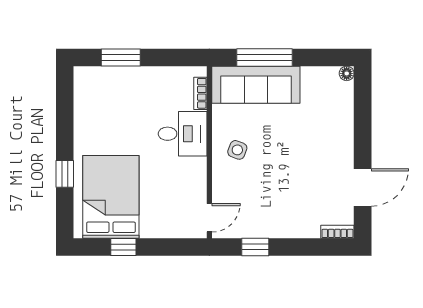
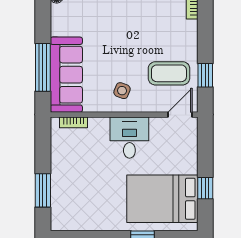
desk: (183, 134) -> (129, 138), moved
coffee table: (258, 205) -> (169, 73), added
door: (209, 218) -> (180, 115), hinge flipped

